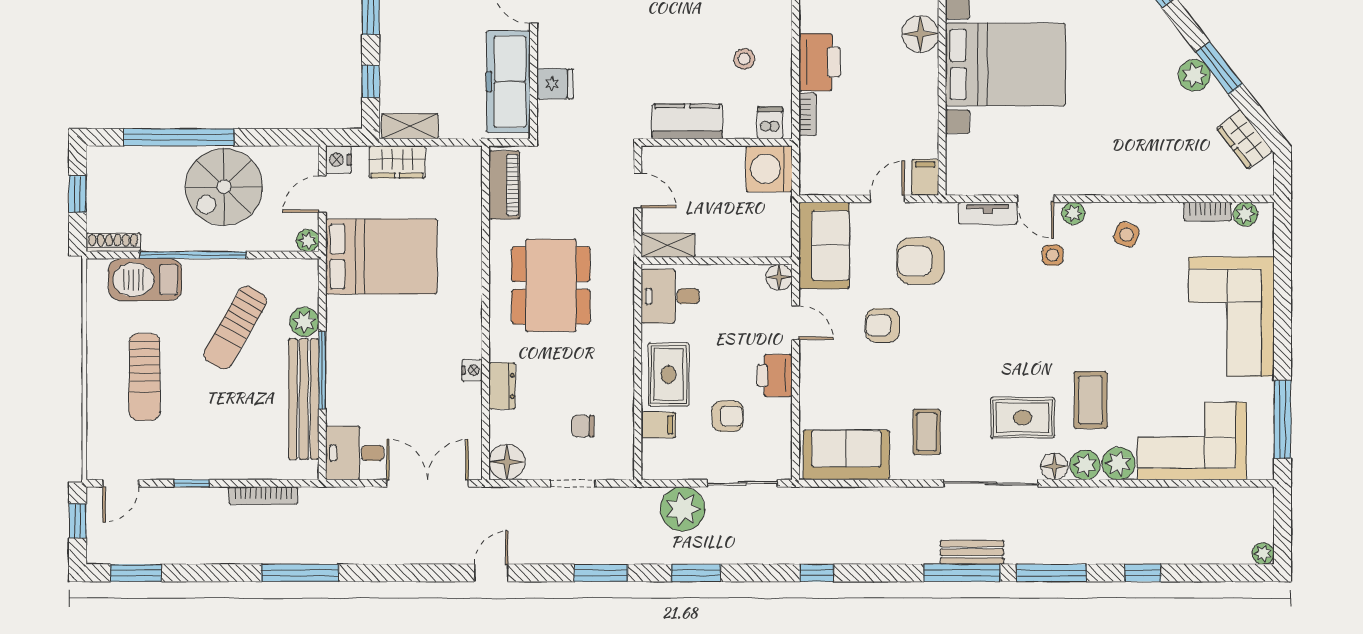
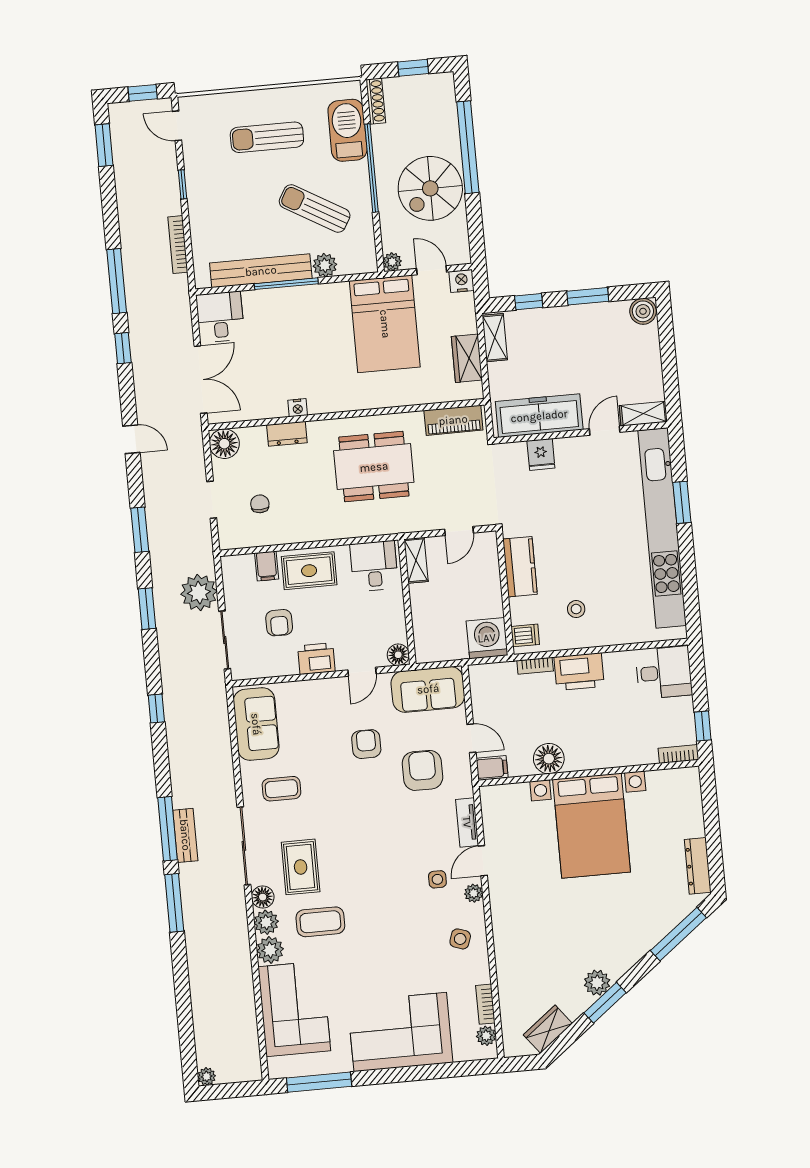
floor lamp: (920, 34) -> (549, 759), moved
wardrobe: (397, 162) -> (467, 358), moved
spiral stairs: (224, 187) -> (430, 188), turned -90
window: (1143, 573) -> (123, 348), moved

